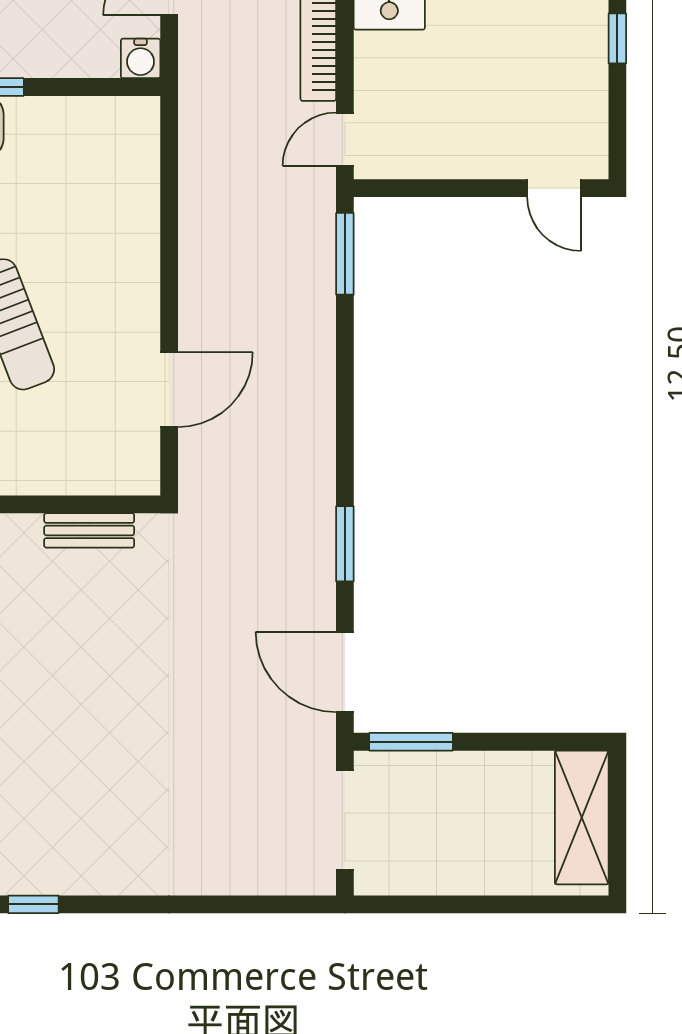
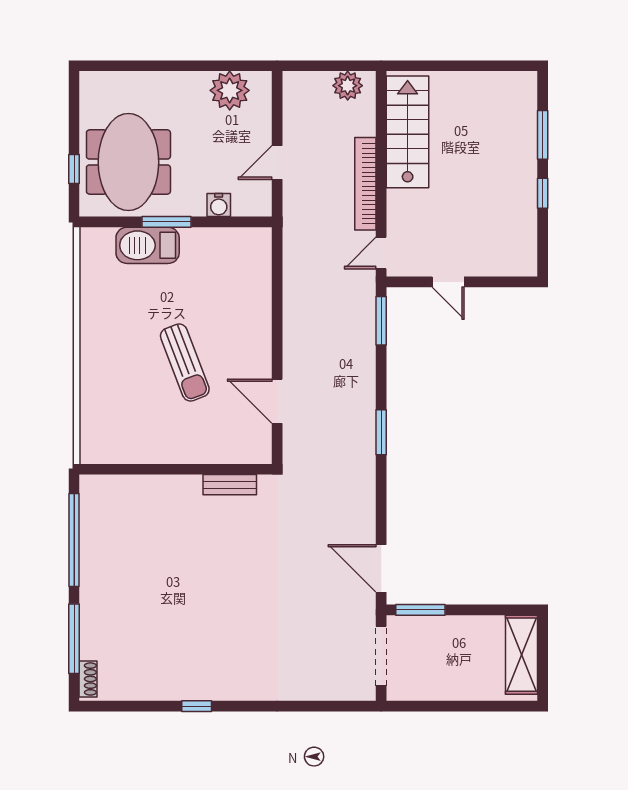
water cooler: (141, 58) -> (219, 205), moved
door: (554, 188) -> (448, 282), moved
door: (169, 390) -> (277, 401), swing flipped
window: (345, 544) -> (381, 432), moved

